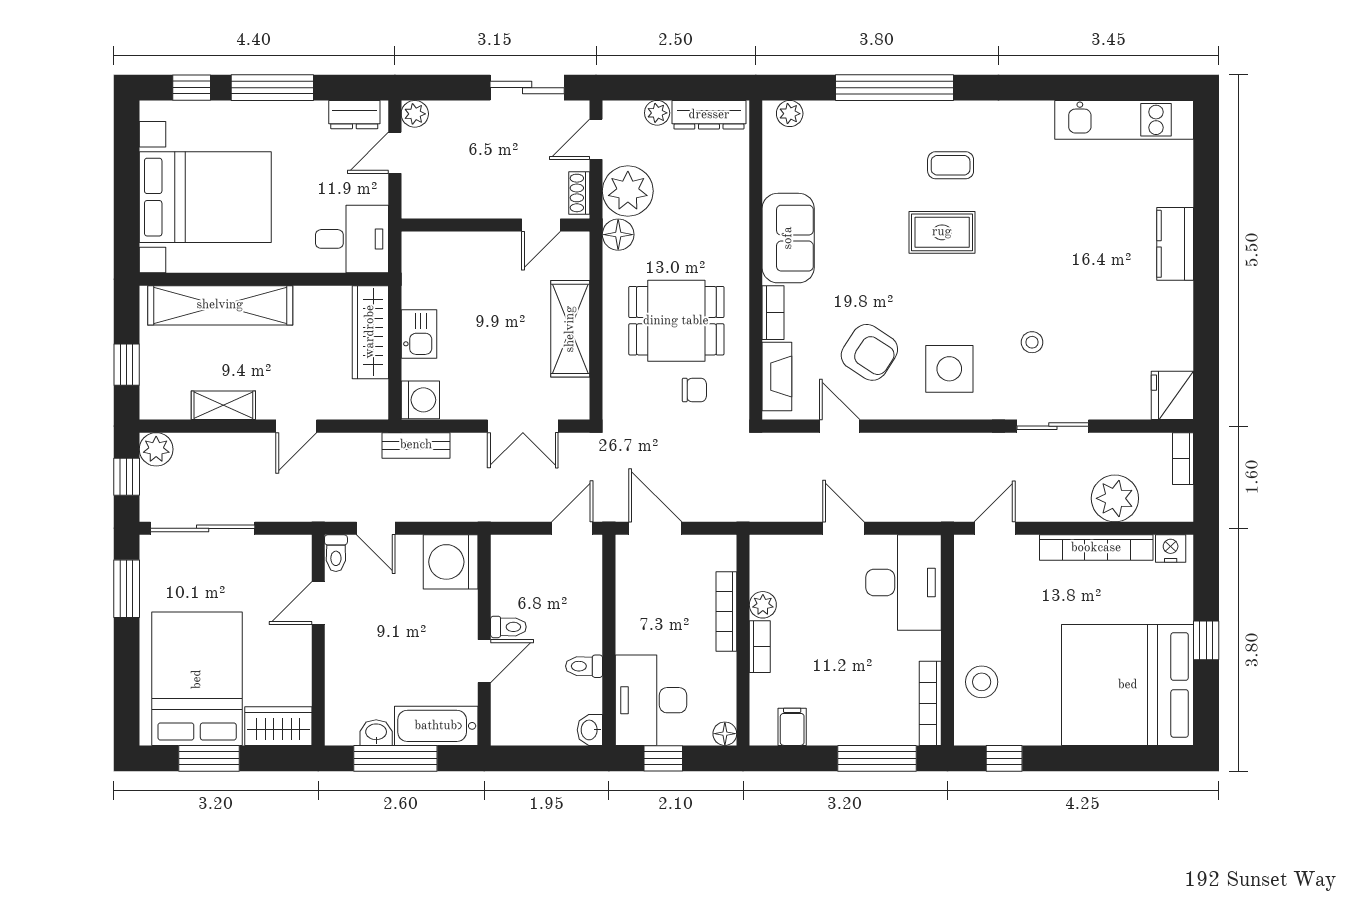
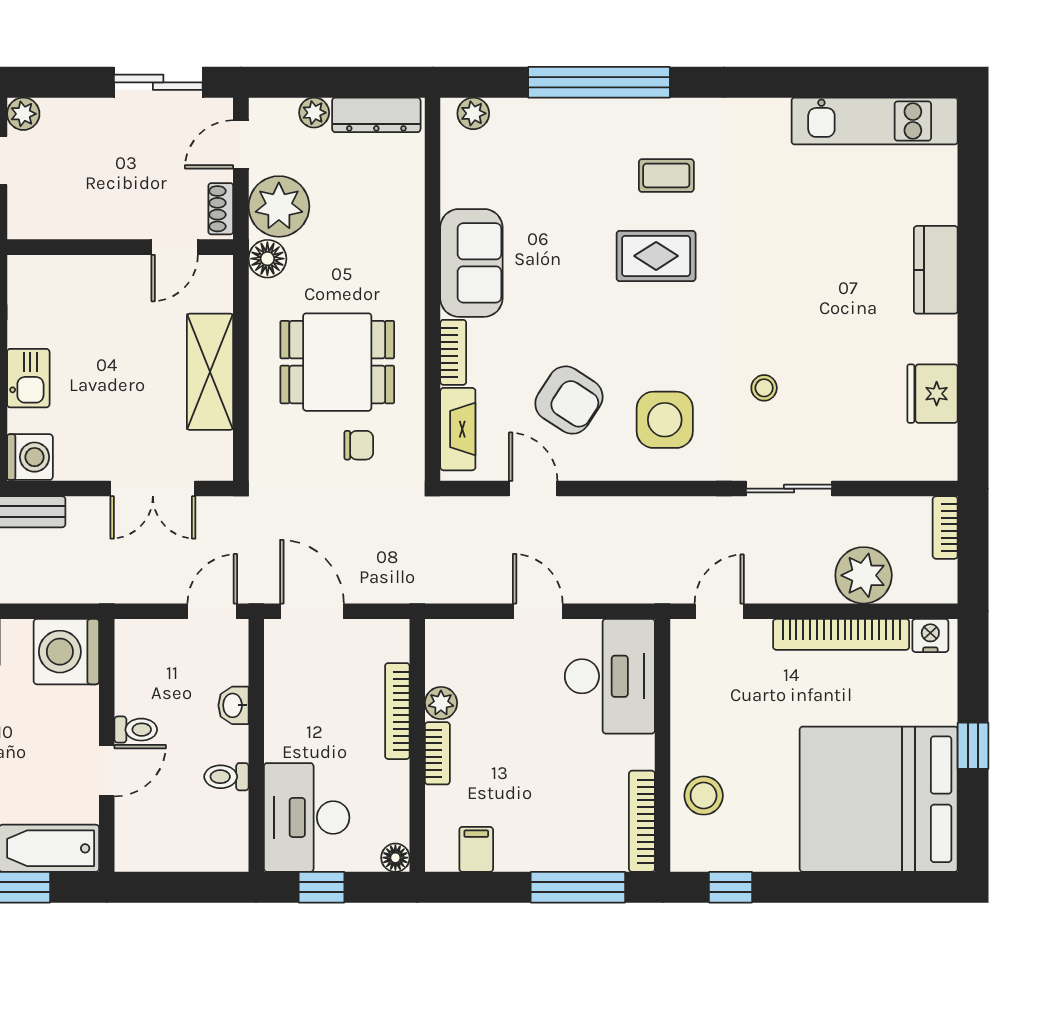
fridge: (1172, 395) -> (933, 394), moved
washbasin: (590, 730) -> (233, 705), moved

